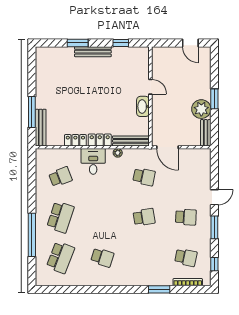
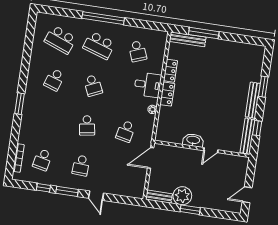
bench: (131, 141) -> (247, 136), moved
school desk: (102, 217) -> (93, 85), added
window: (32, 235) -> (103, 18), moved
window: (214, 264) -> (43, 188), moved
window: (159, 289) -> (20, 104), moved

